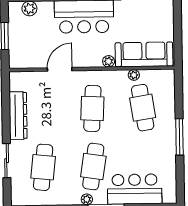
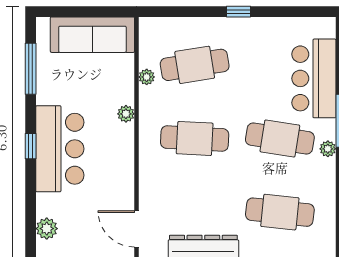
sofa: (144, 54) -> (92, 35), moved, turned -90
door: (60, 69) -> (137, 229), moved
window: (179, 137) -> (238, 12), width x0.46

